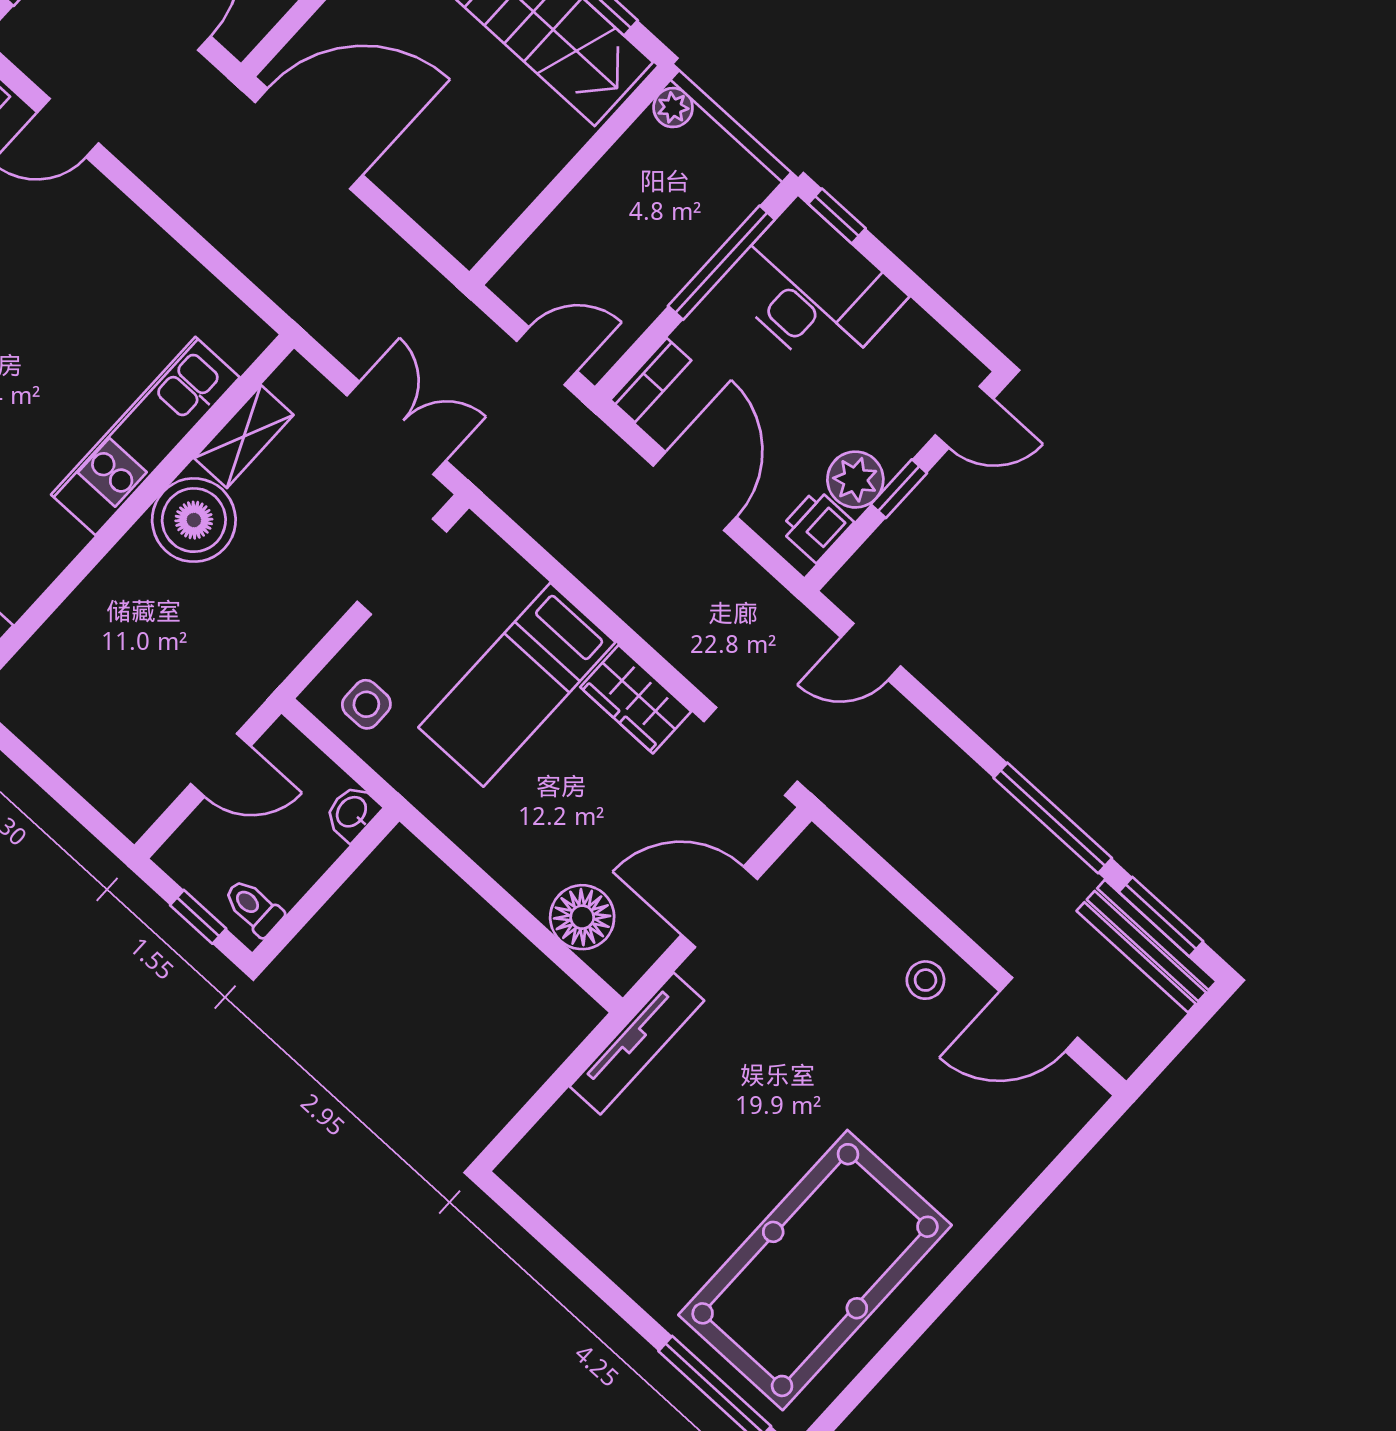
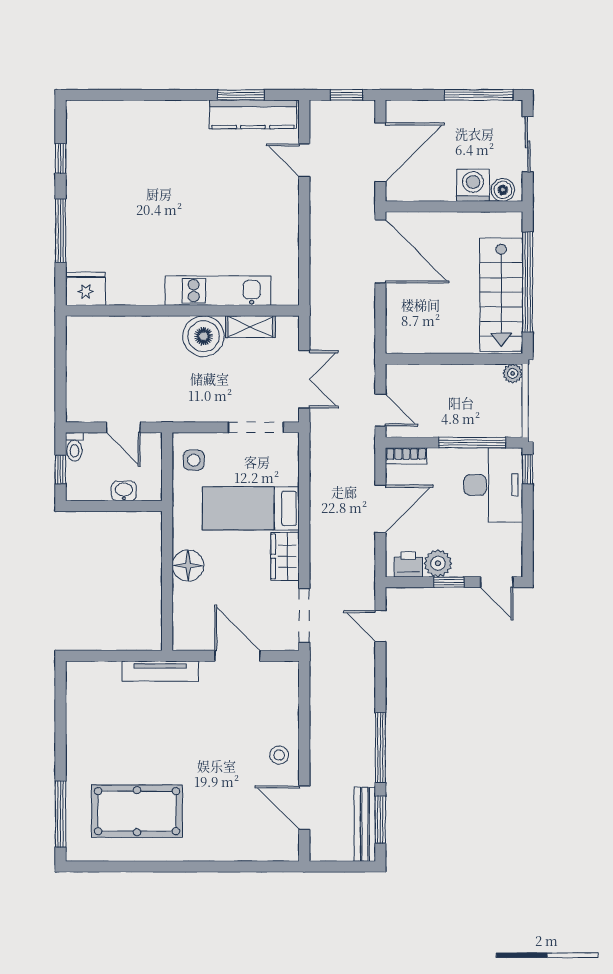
washbasin: (352, 813) -> (124, 491), moved
toilet: (254, 907) -> (74, 447), moved, turned 180
floor lamp: (582, 917) -> (188, 566), moved
pool table: (815, 1270) -> (137, 811), width x0.73, depth x0.76

